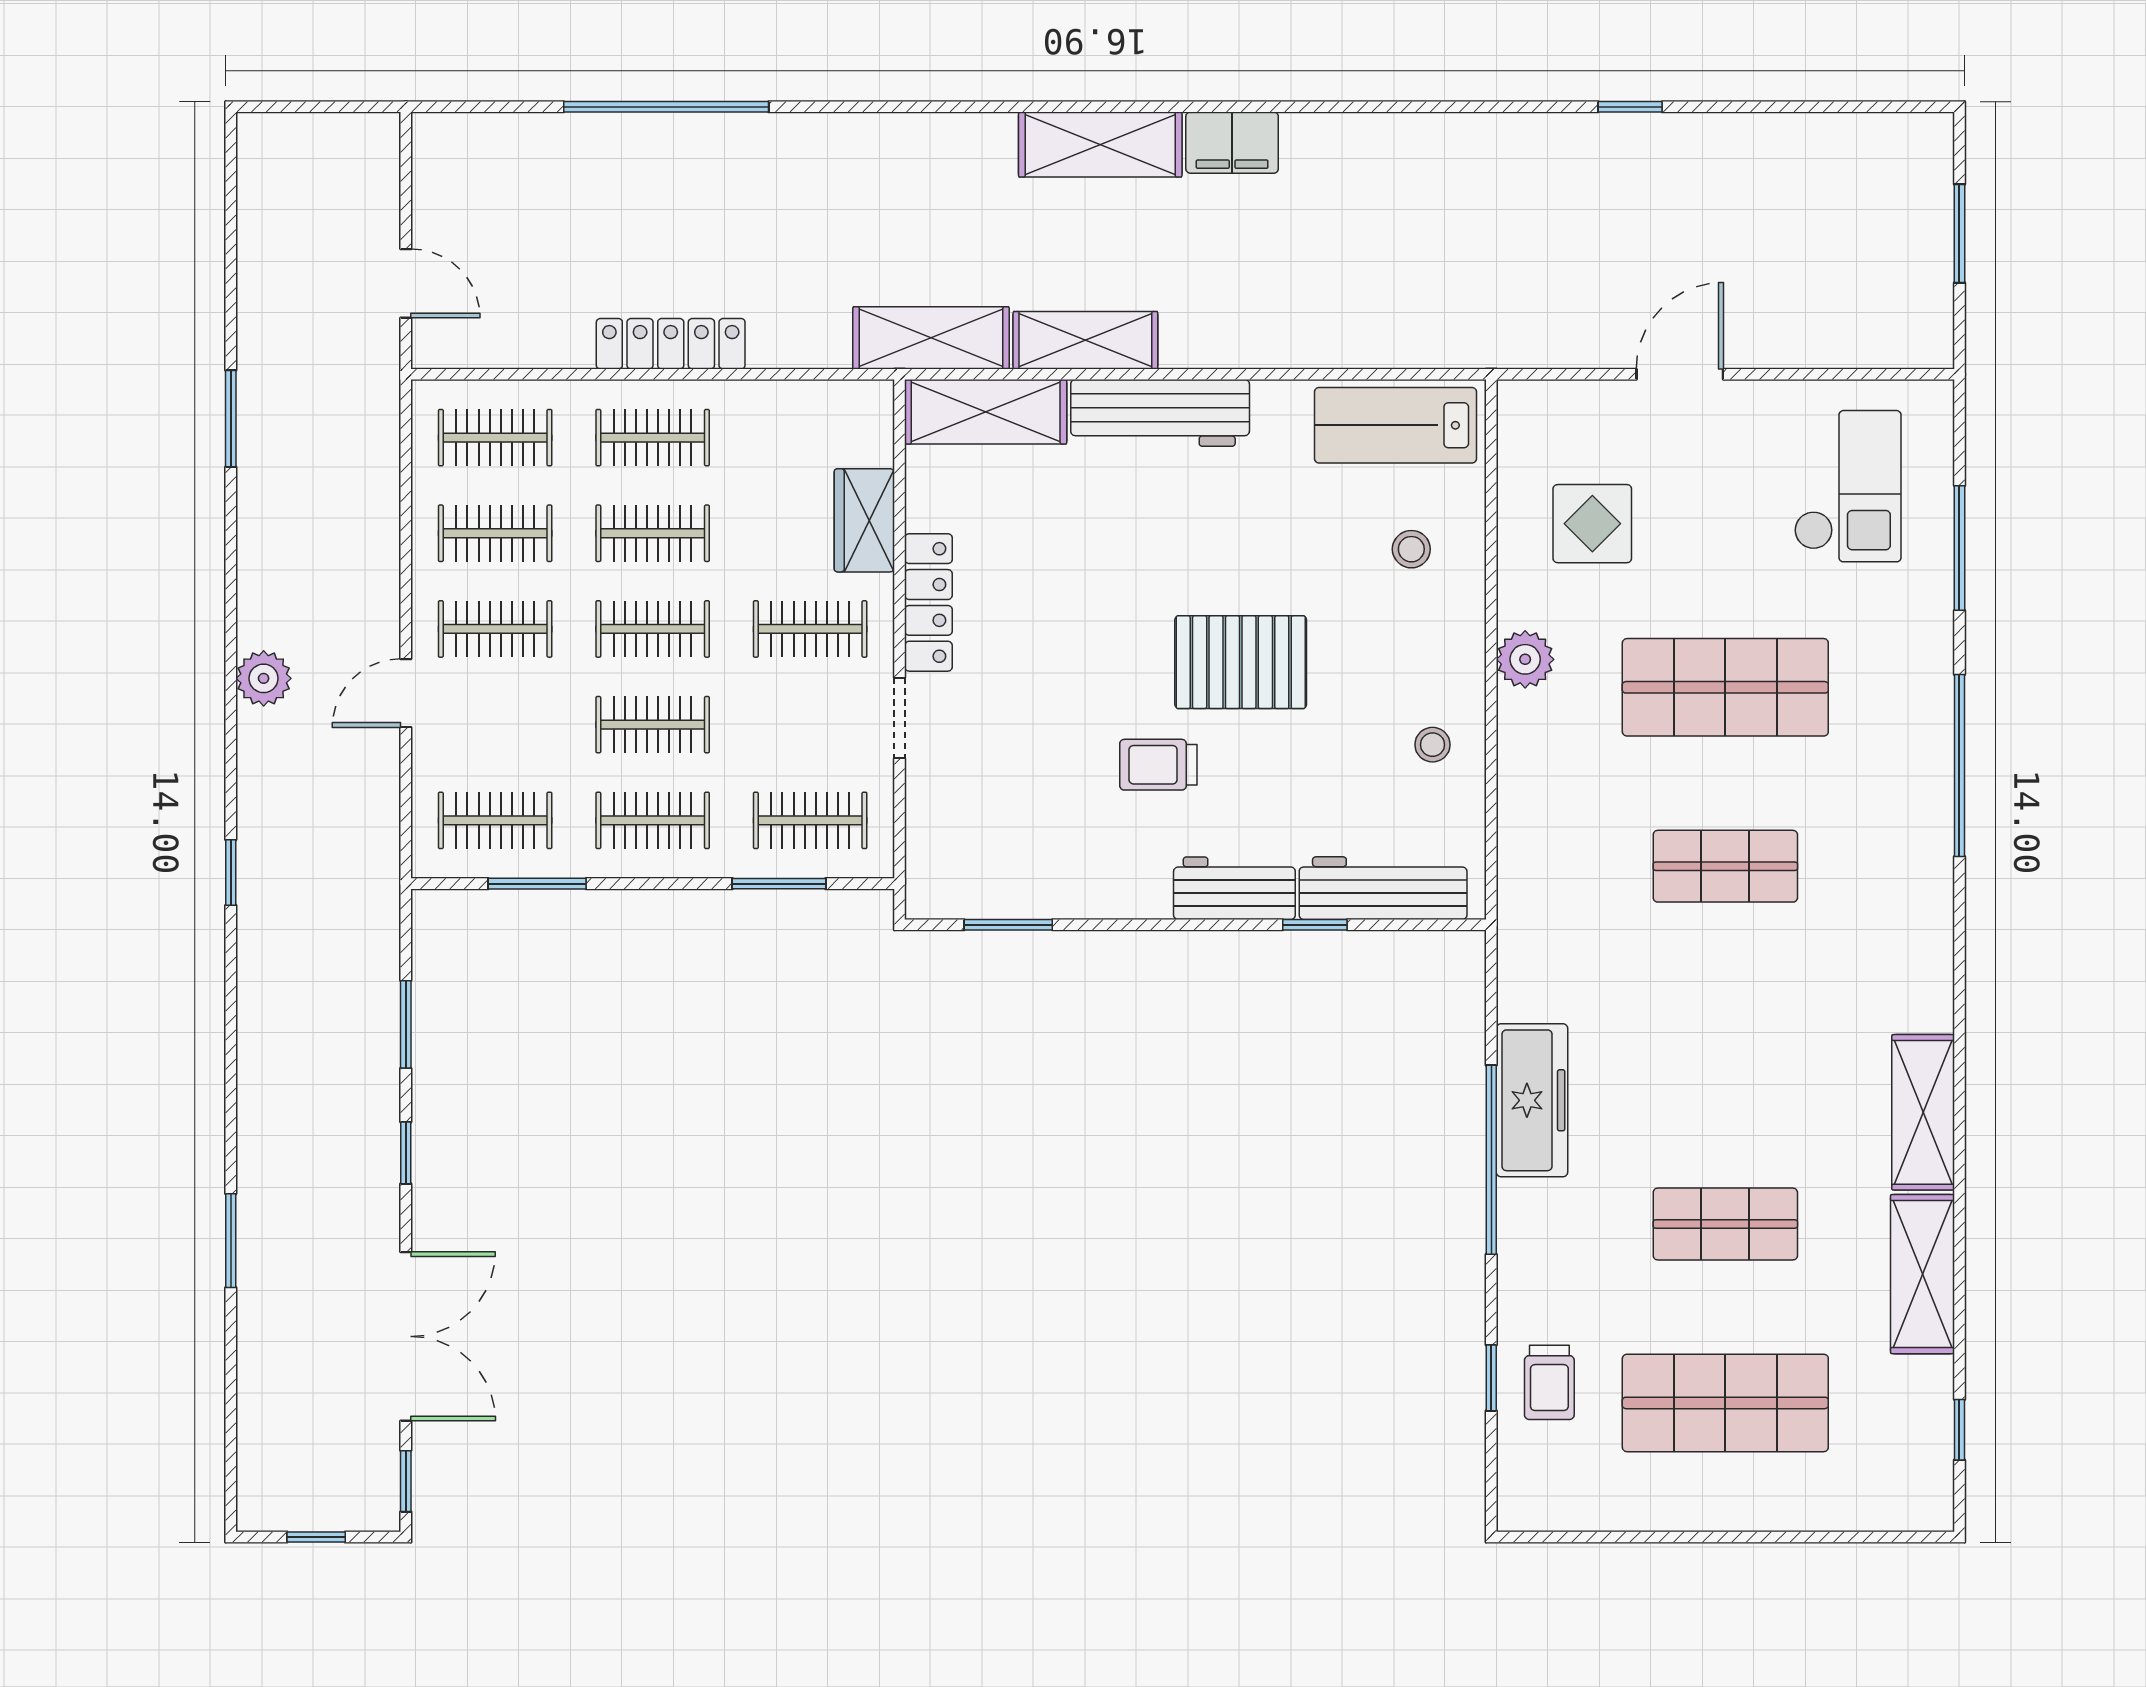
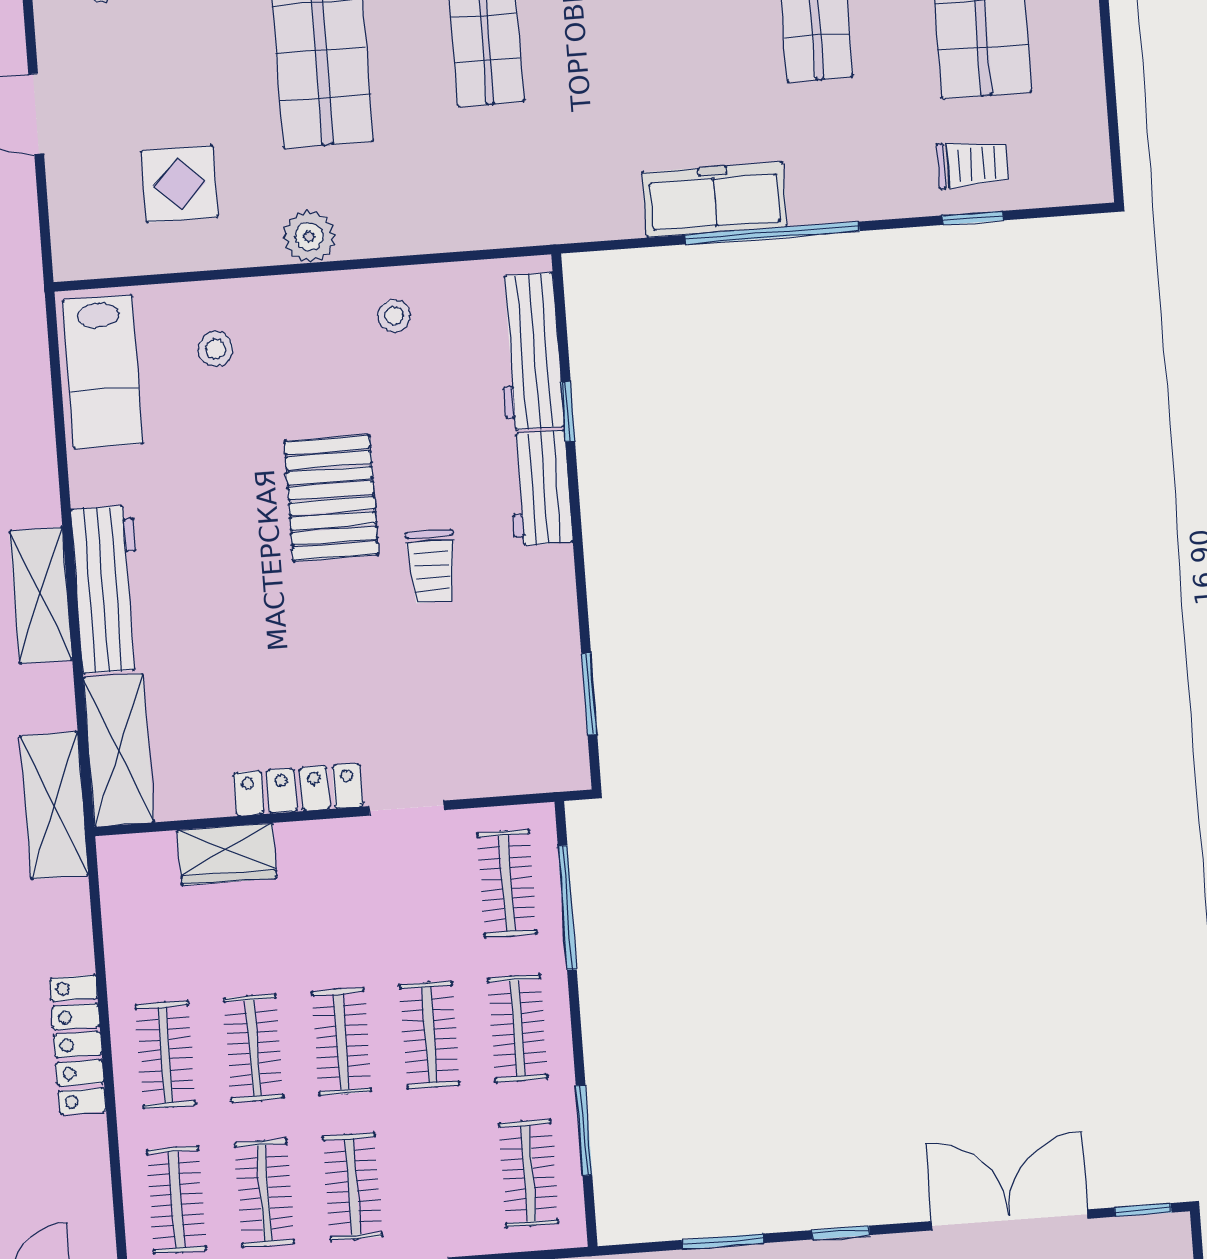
shelving: (1085, 340) -> (41, 595), moved
clothes rail: (810, 629) -> (331, 897), removed
window: (779, 884) -> (567, 908), width x1.44

